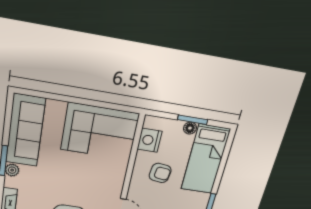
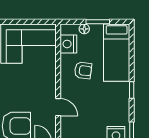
floor lamp: (190, 128) -> (84, 29), moved

